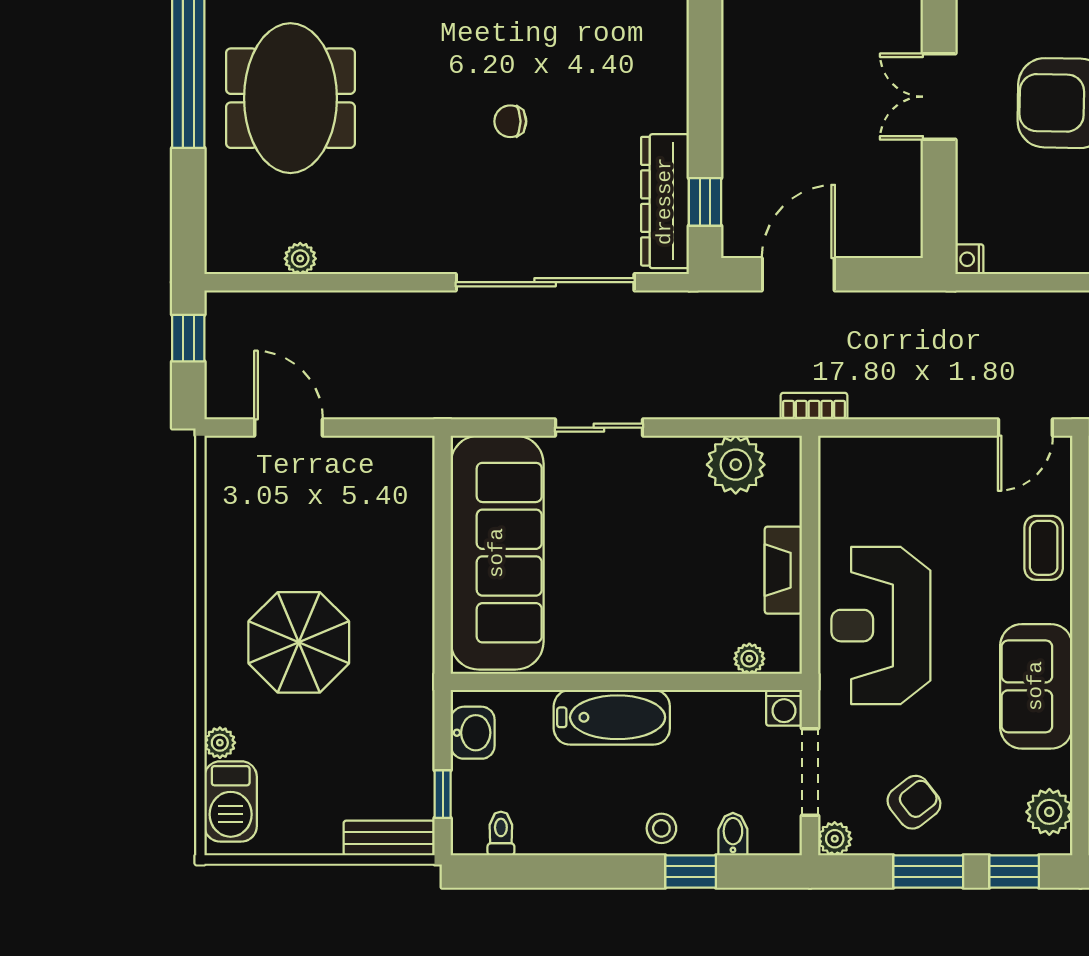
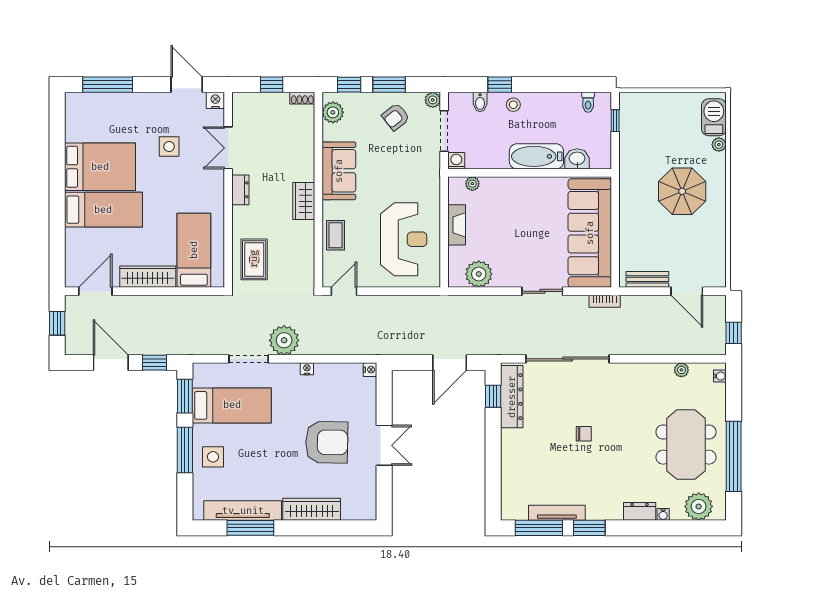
water cooler: (218, 245) -> (720, 376), added
bookcase: (814, 406) -> (605, 301), moved
reception desk: (881, 626) -> (404, 239), moved
washbasin: (473, 733) -> (577, 159), moved, turned 90
bench: (389, 838) -> (647, 279), moved

